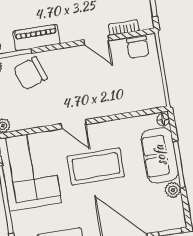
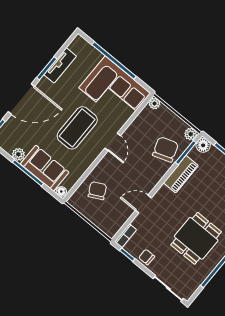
bookcase: (124, 27) -> (126, 236), moved
chair: (138, 47) -> (97, 191), moved, turned 63
door: (74, 124) -> (113, 142), swing flipped

